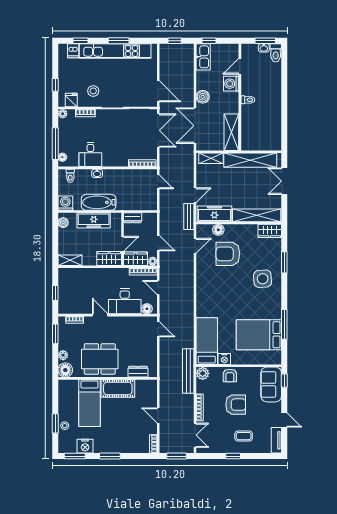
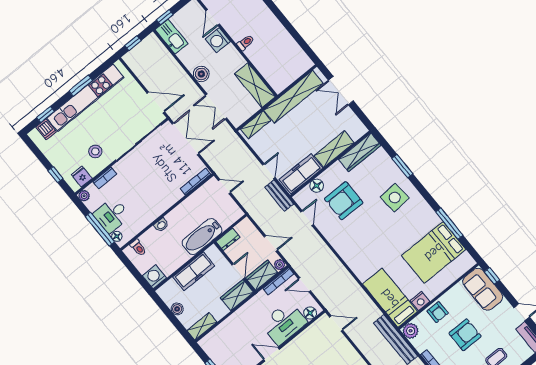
double door: (195, 126) -> (216, 107), width x0.73
desk: (90, 155) -> (112, 215), moved, turned 90
bathtub: (99, 202) -> (202, 237), moved
shelving: (257, 215) -> (334, 149), width x0.68
boiler: (63, 223) -> (177, 309), moved
wardrobe: (270, 231) -> (360, 152), width x1.50

